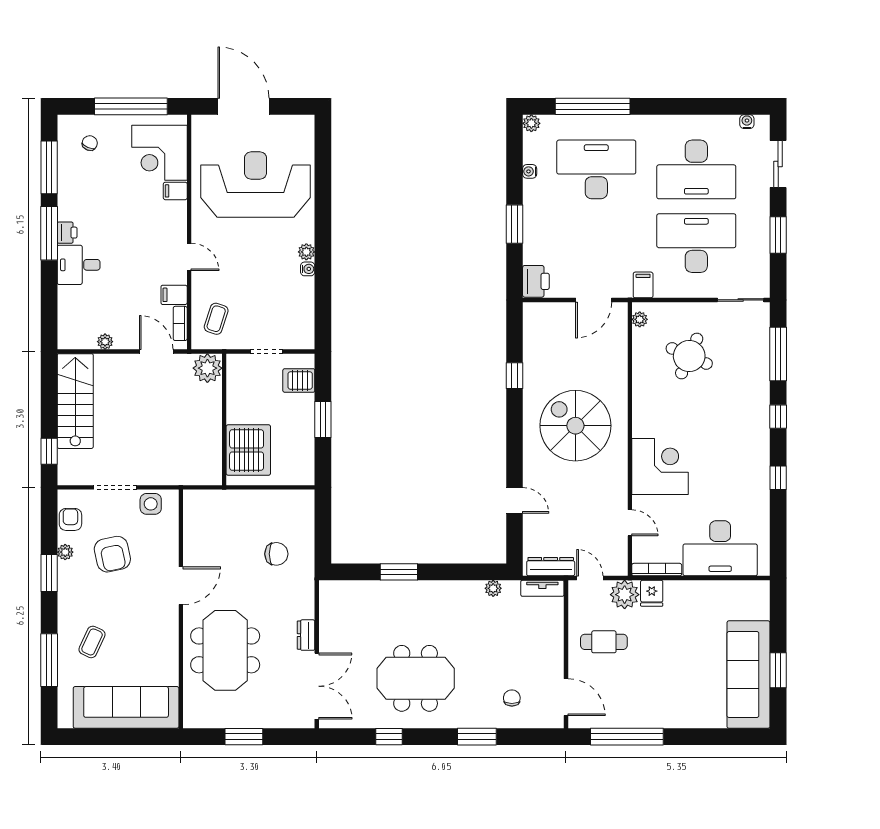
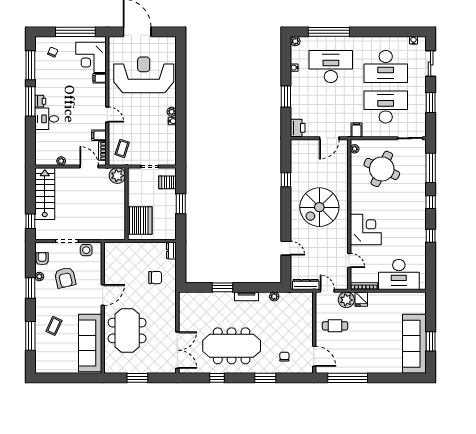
round table: (689, 356) -> (382, 169), width x1.36, depth x1.36
spiral stairs: (575, 426) -> (319, 207), turned -90
tv unit: (542, 588) -> (247, 296), moved
dresser: (306, 635) -> (171, 251), moved
meeting table: (416, 678) -> (232, 346), width x1.36
sofa: (126, 707) -> (90, 343), moved, turned -90

